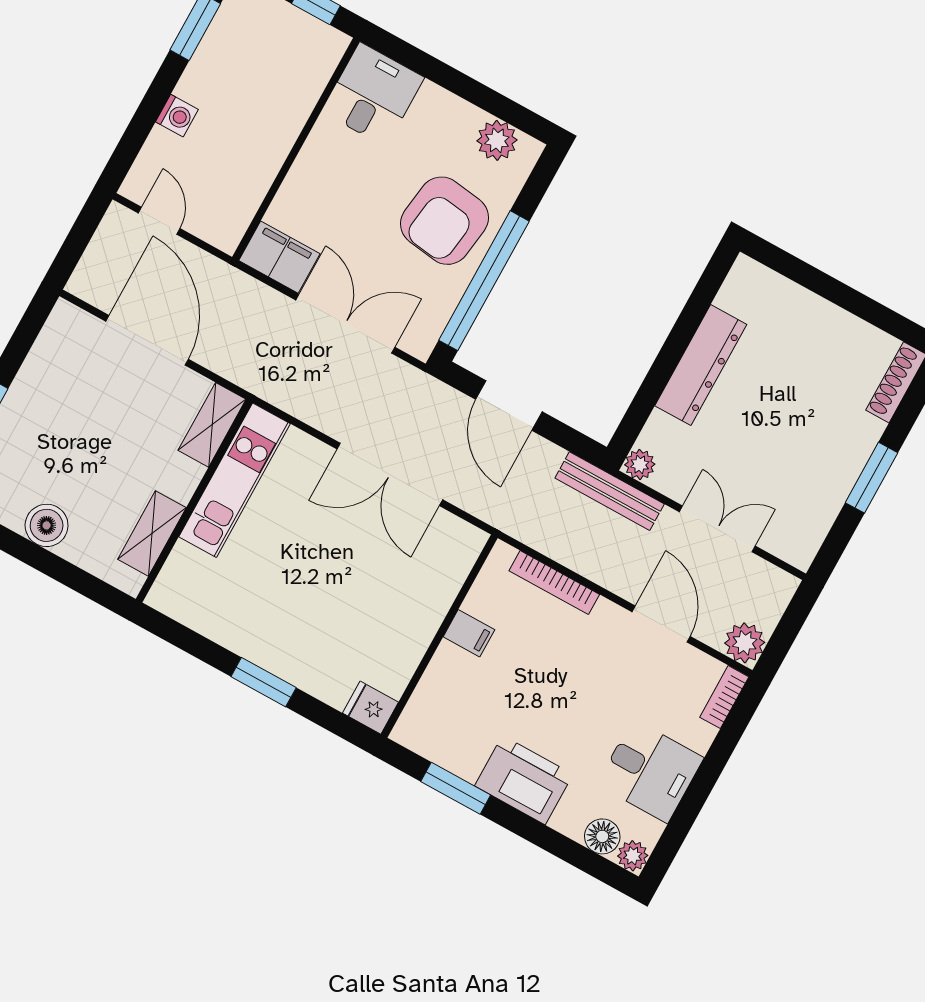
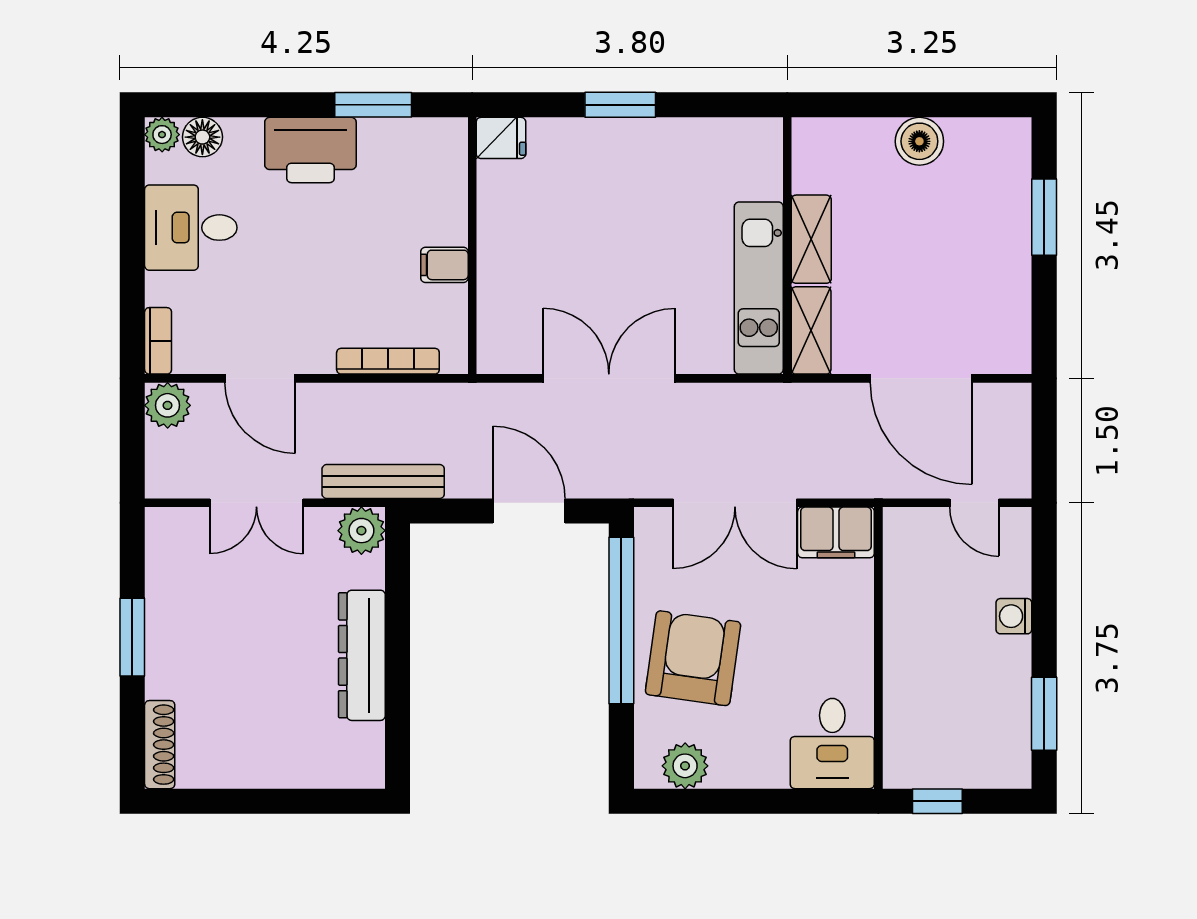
plant: (640, 464) -> (361, 531), width x1.38, depth x1.38
shelving: (152, 533) -> (811, 239), moved

